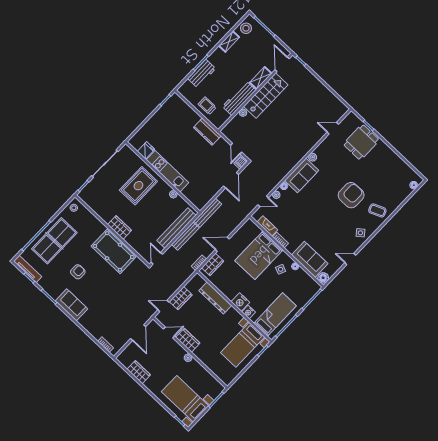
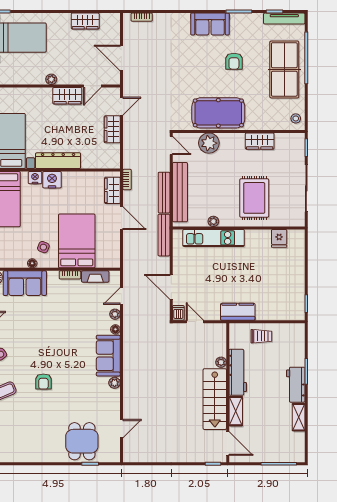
stool: (246, 28) -> (295, 445), removed
workbench: (202, 74) -> (296, 385), moved
kitchen unit: (167, 171) -> (214, 238), moved
armchair: (351, 195) -> (43, 382), width x0.53, depth x0.53
wardrobe: (120, 227) -> (260, 141), moved
plant: (135, 240) -> (209, 143), added
door: (222, 244) -> (122, 218), hinge flipped
dresser: (215, 298) -> (58, 161), moved

